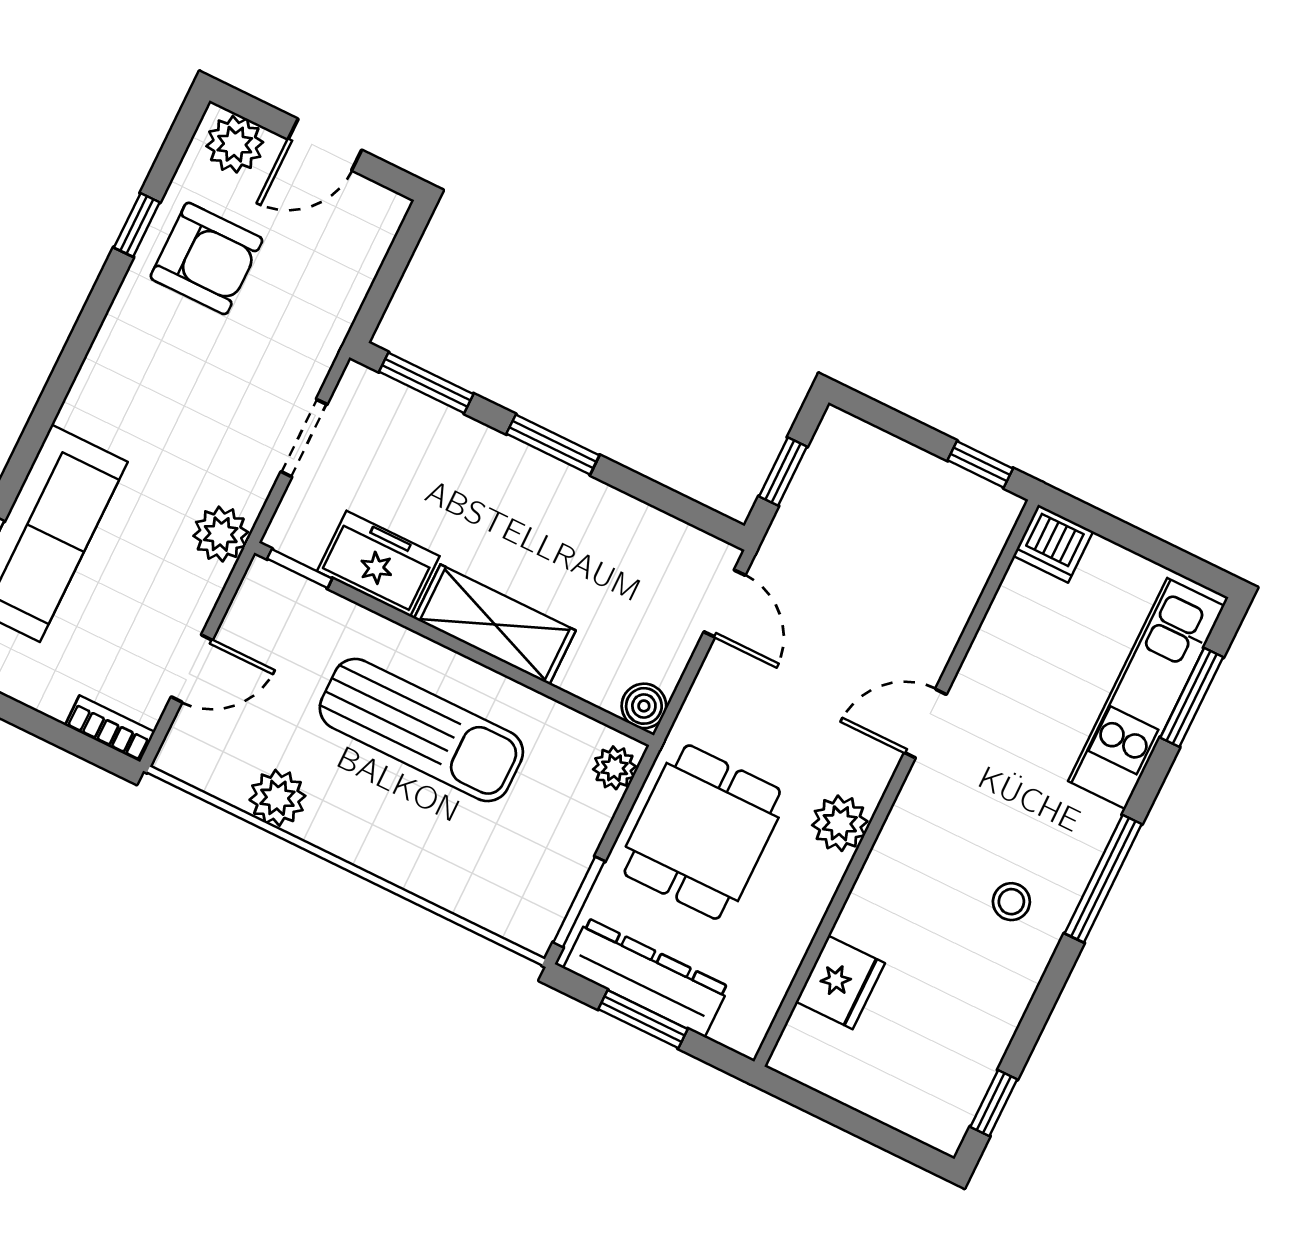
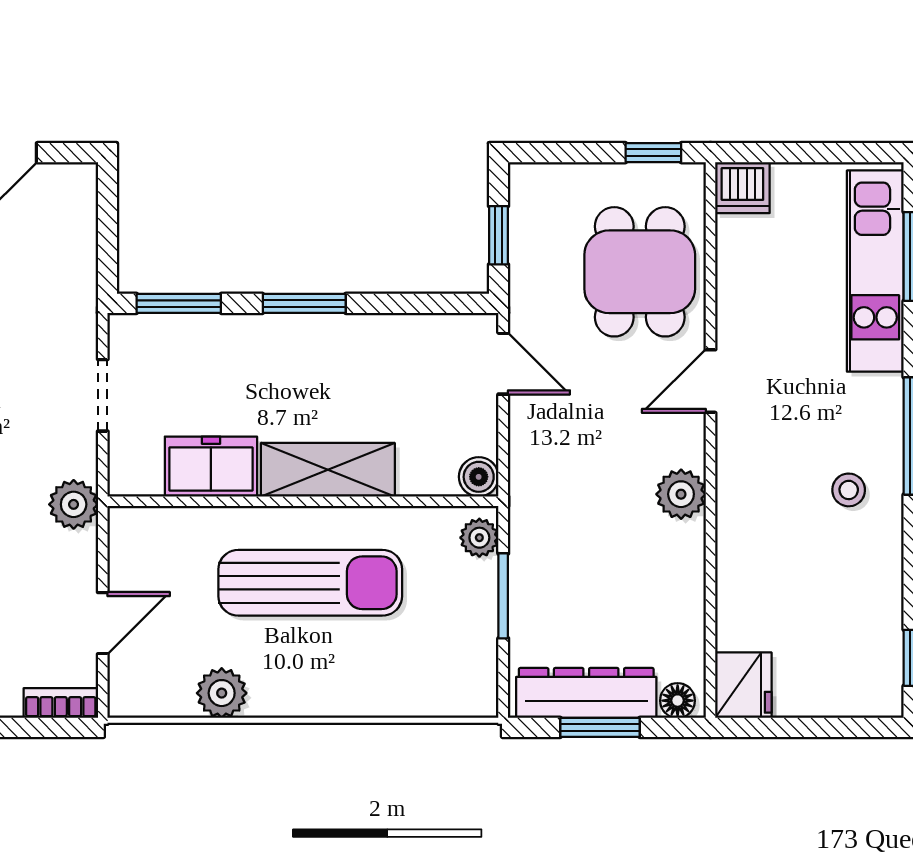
window: (300, 569) -> (150, 501), removed
dining table: (702, 832) -> (640, 272), moved
window: (579, 902) -> (503, 596), moved
fridge: (840, 982) -> (743, 685), moved
floor lamp: (735, 1030) -> (678, 701), added

